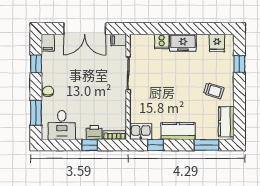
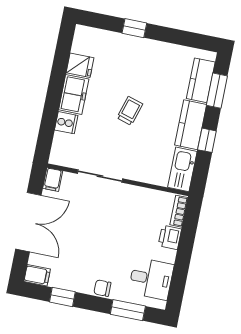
fridge: (217, 43) -> (80, 65), moved
window: (239, 64) -> (134, 28), moved
trolley: (214, 91) -> (130, 111), moved
kitchen counter: (226, 122) -> (201, 80), moved, turned 90
kitchen sink: (141, 132) -> (182, 169), width x1.38
window: (90, 145) -> (185, 247), removed
window: (155, 145) -> (207, 140), moved

